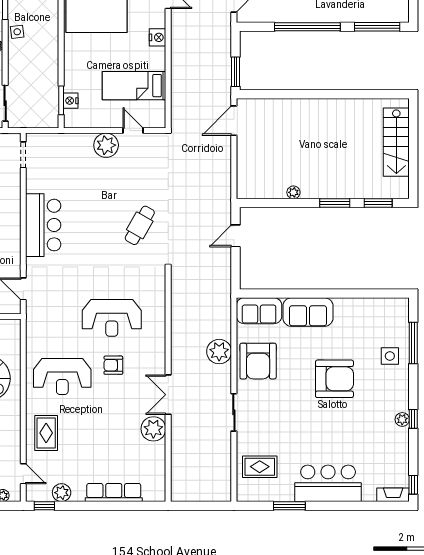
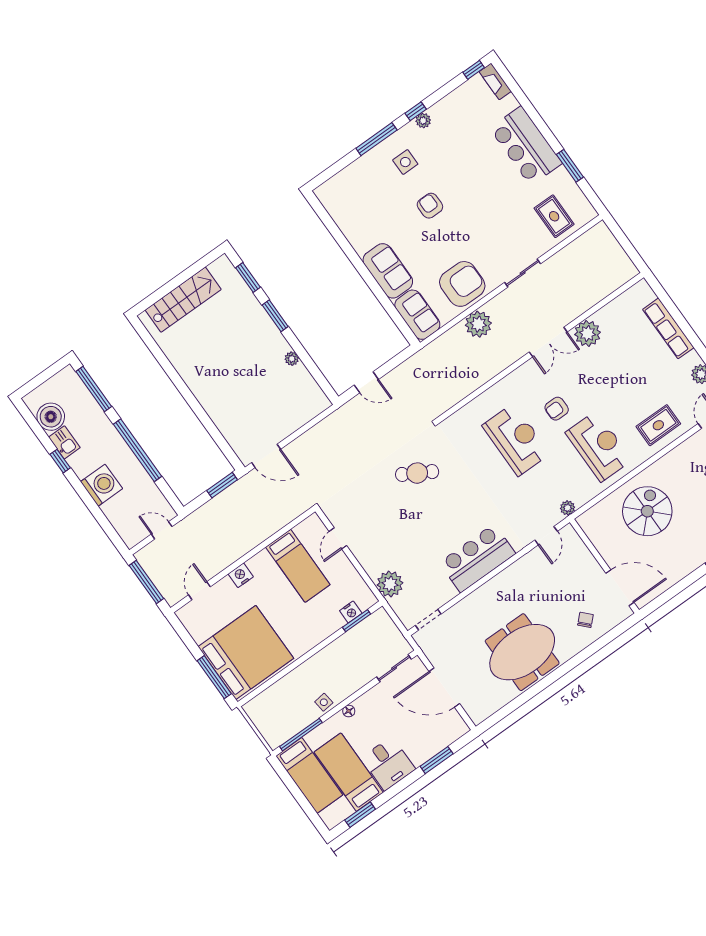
plant: (106, 145) -> (390, 584), moved
plant: (33, 320) -> (568, 508), added
window: (413, 343) -> (376, 139), moved
side table: (390, 356) -> (405, 162), moved
armchair: (113, 365) -> (557, 409), turned 90
armchair: (334, 379) -> (430, 206), width x0.53, depth x0.53

